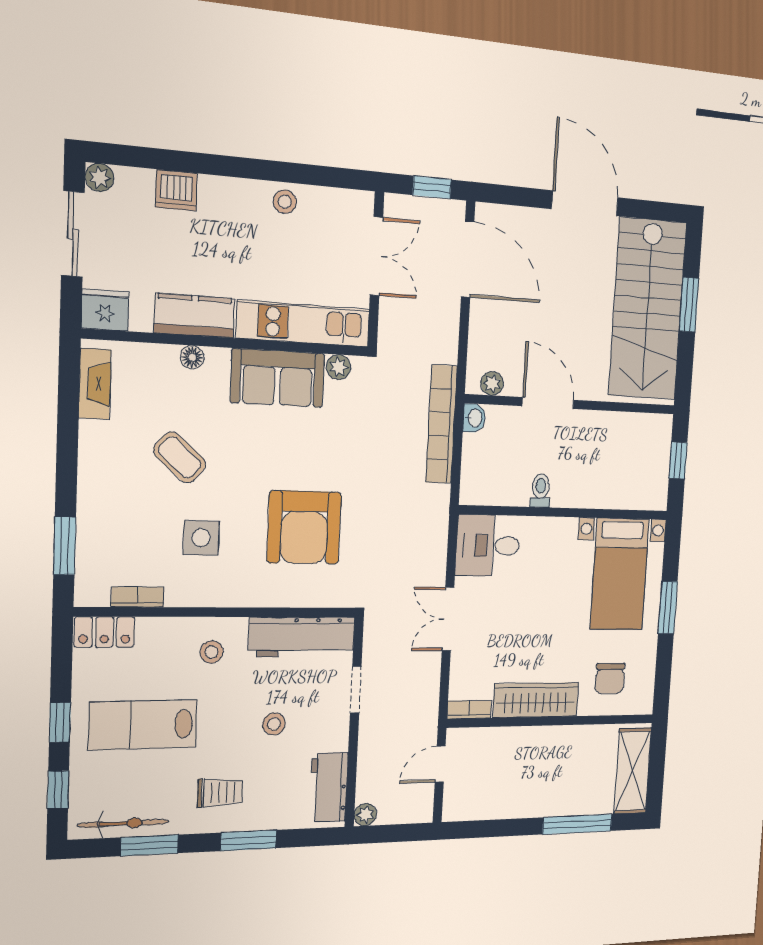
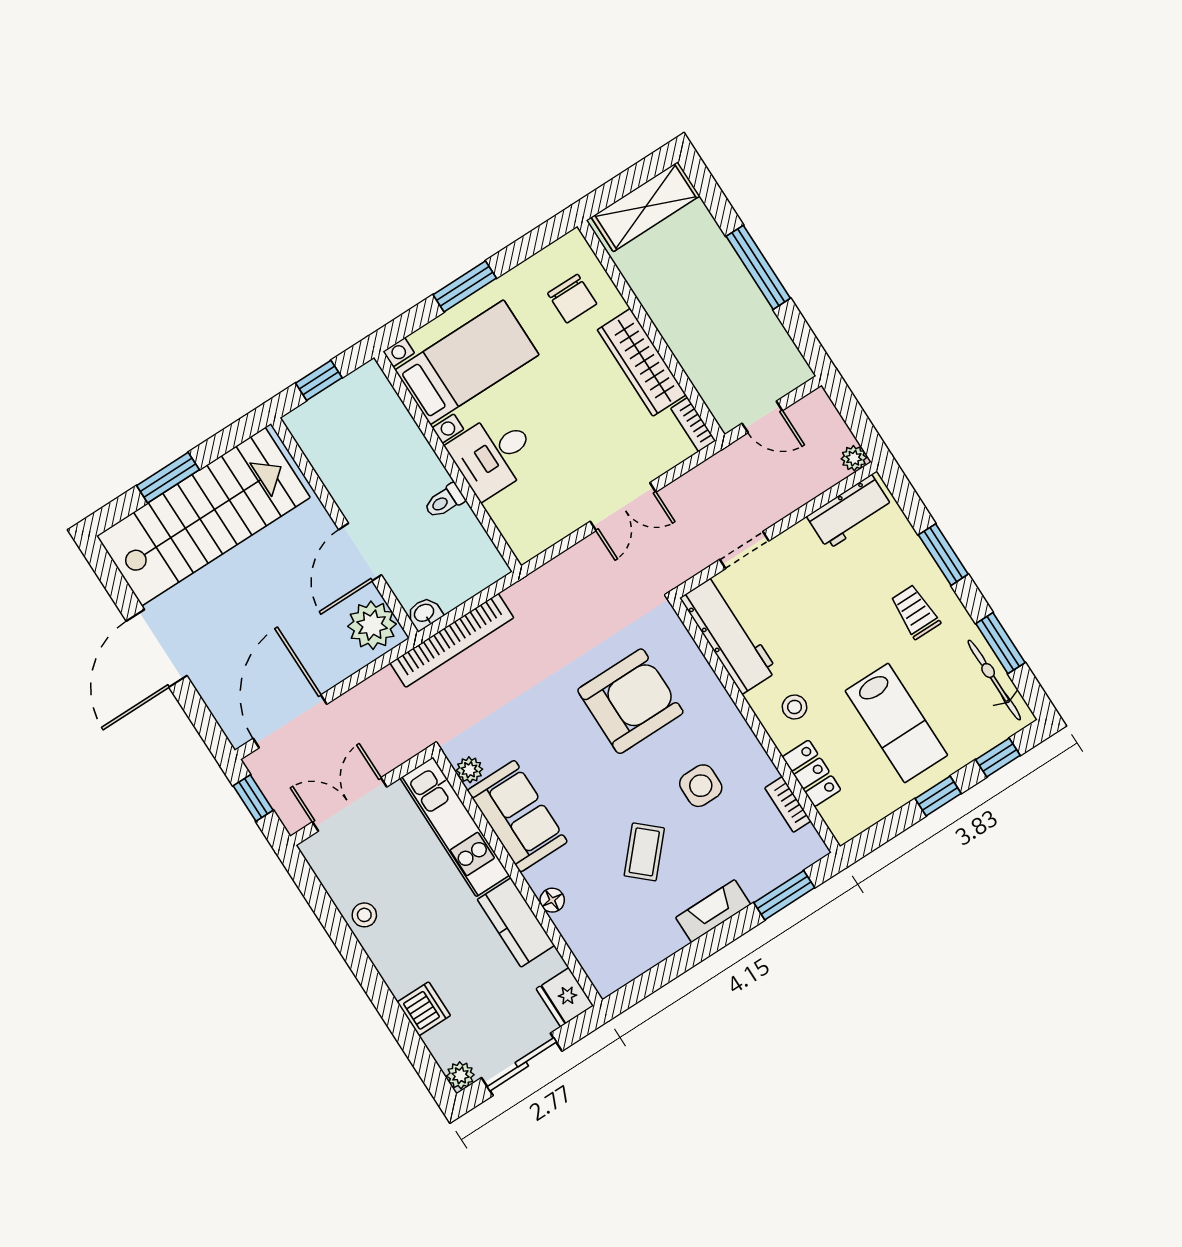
plant: (492, 383) -> (372, 625), width x1.88, depth x1.88
fireplace: (95, 384) -> (713, 911), moved
desk: (488, 546) -> (493, 454), moved, turned 90
locker: (104, 632) -> (812, 773), moved
chair: (610, 679) -> (572, 299), turned 90
stool: (274, 724) -> (823, 605), removed
window: (577, 824) -> (758, 267), moved

